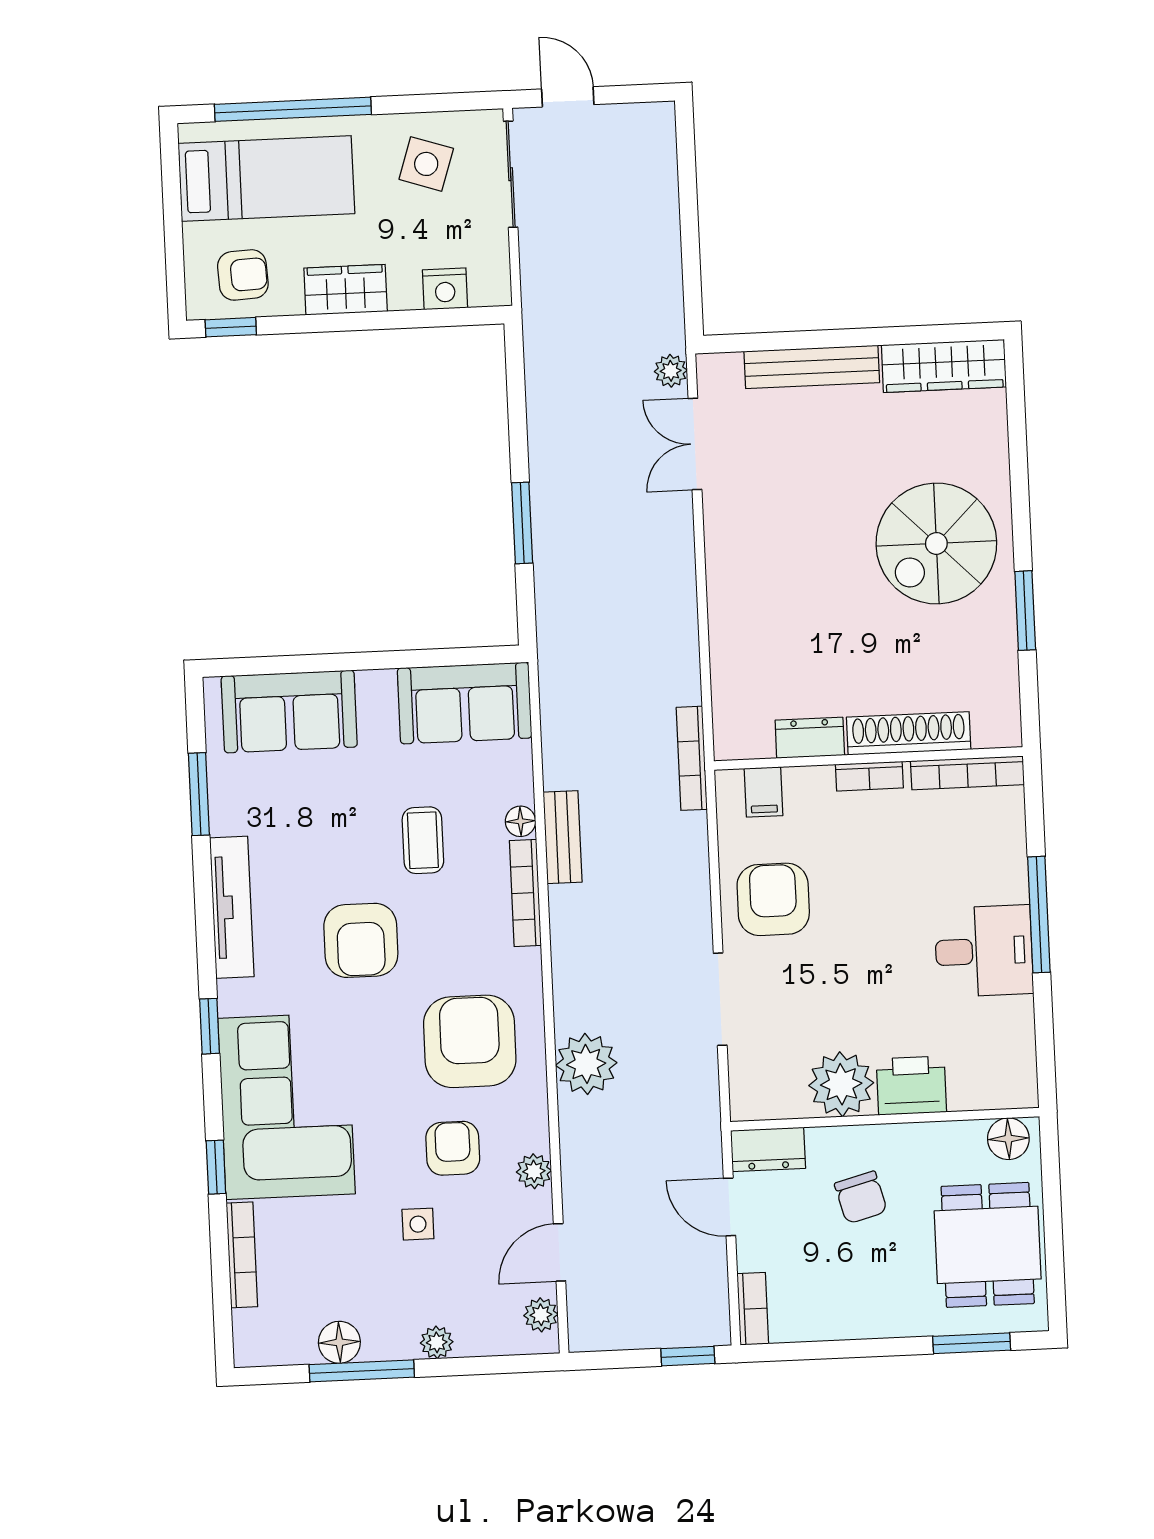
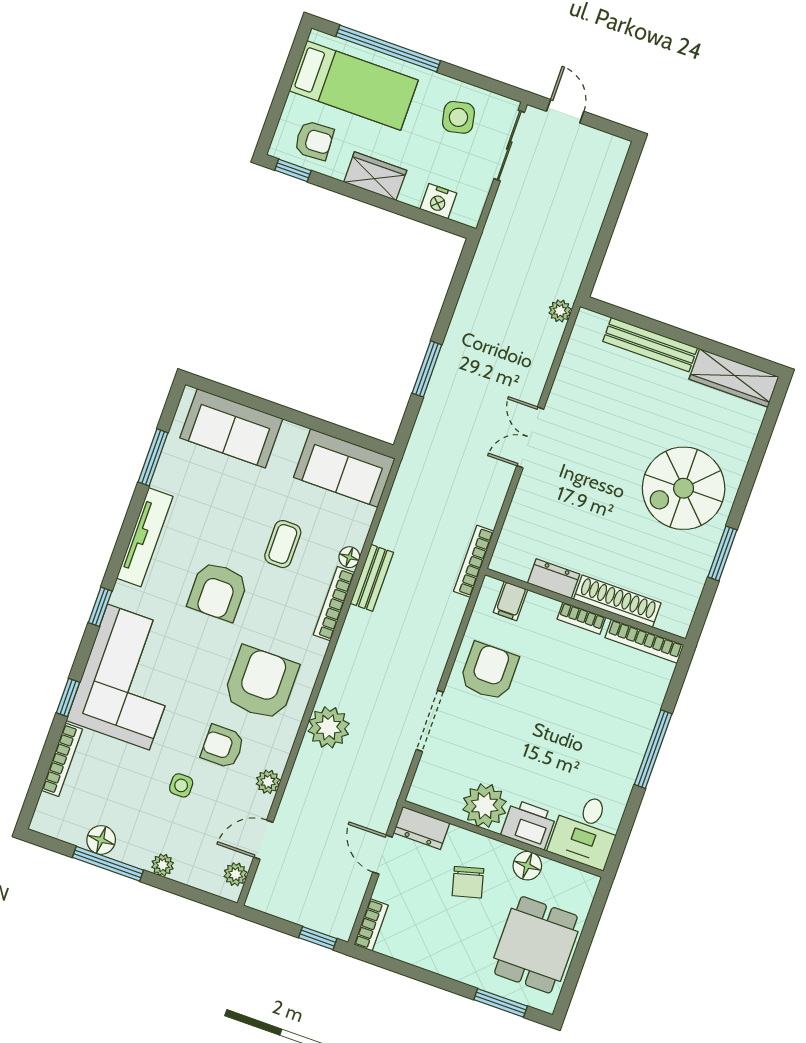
side table: (426, 164) -> (458, 117), turned -30
double door: (695, 444) -> (530, 437), moved
desk: (984, 951) -> (586, 830), moved, turned 90
floor lamp: (1008, 1139) -> (527, 866), moved
armchair: (453, 1148) -> (223, 746), turned -90

